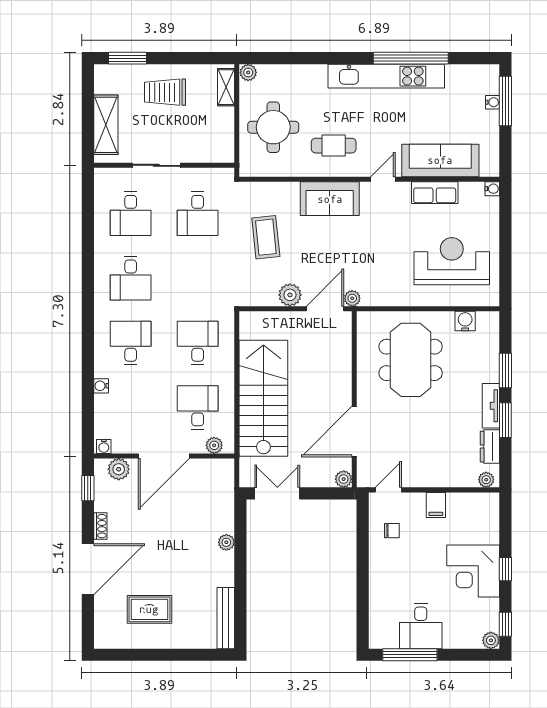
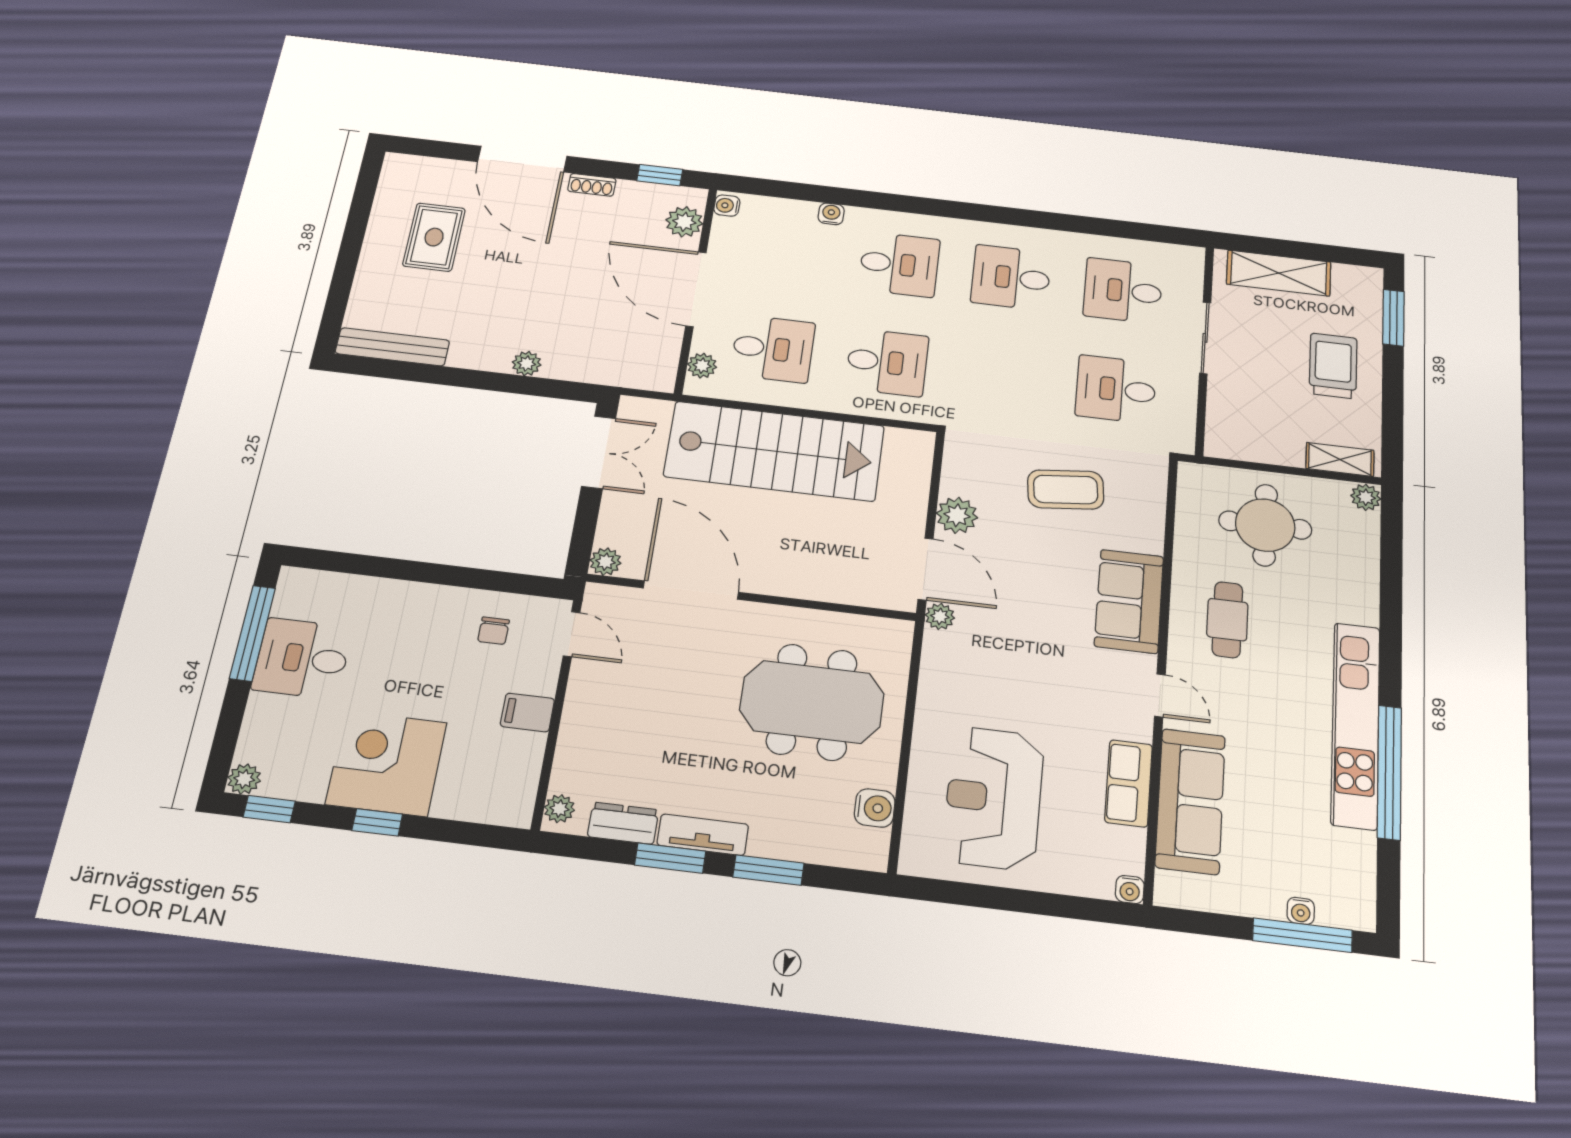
reception desk: (452, 261) -> (993, 798), turned 180

